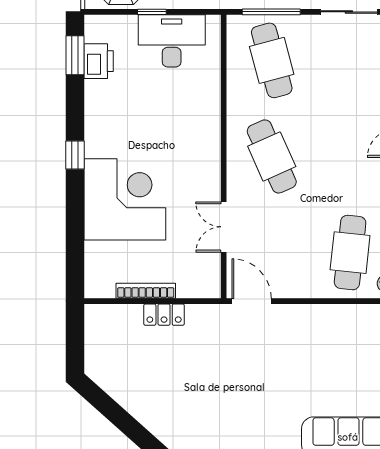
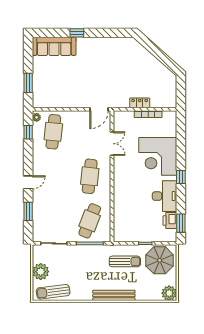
desk: (172, 41) -> (165, 196), moved, turned -90
cafe table: (272, 60) -> (90, 221), turned 36
cafe table: (272, 156) -> (90, 176), turned 30
door: (252, 301) -> (99, 109), hinge flipped

